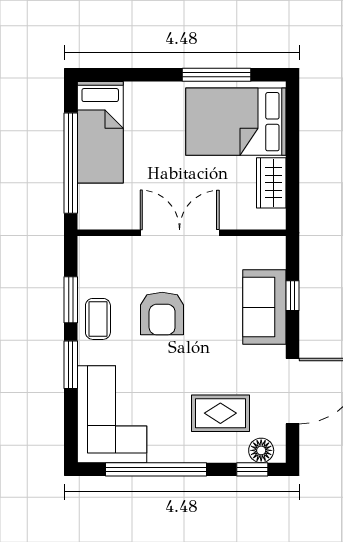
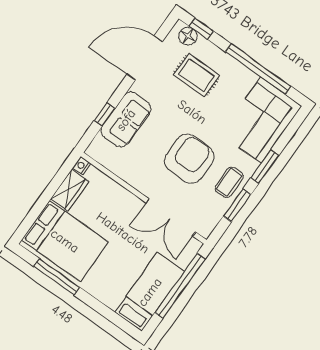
nightstand: (277, 219) -> (82, 166), added
double door: (180, 233) -> (171, 217), moved
armchair: (162, 314) -> (189, 159), width x1.36, depth x1.36

